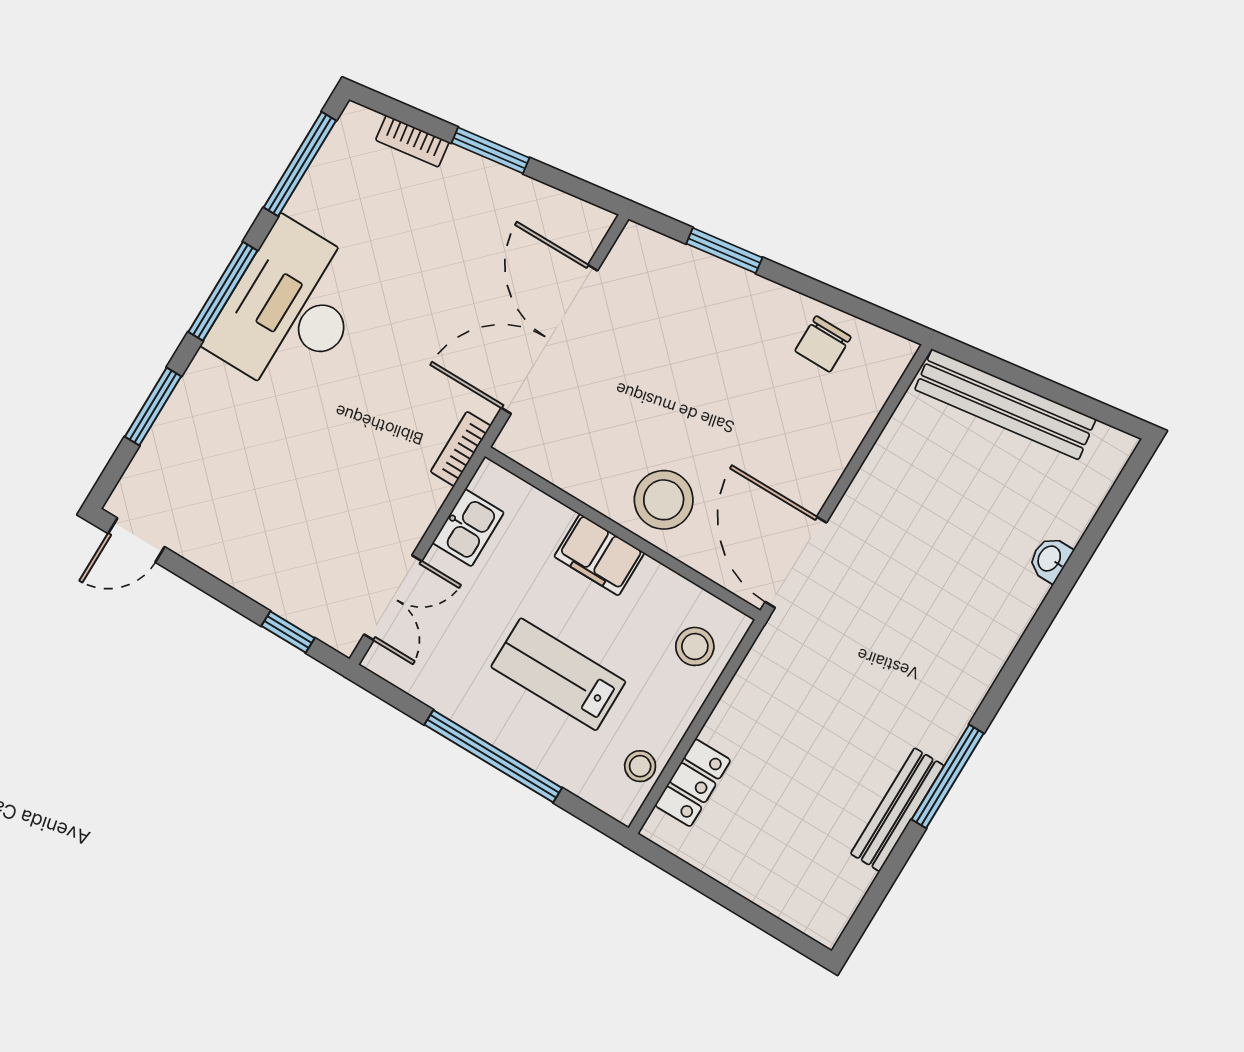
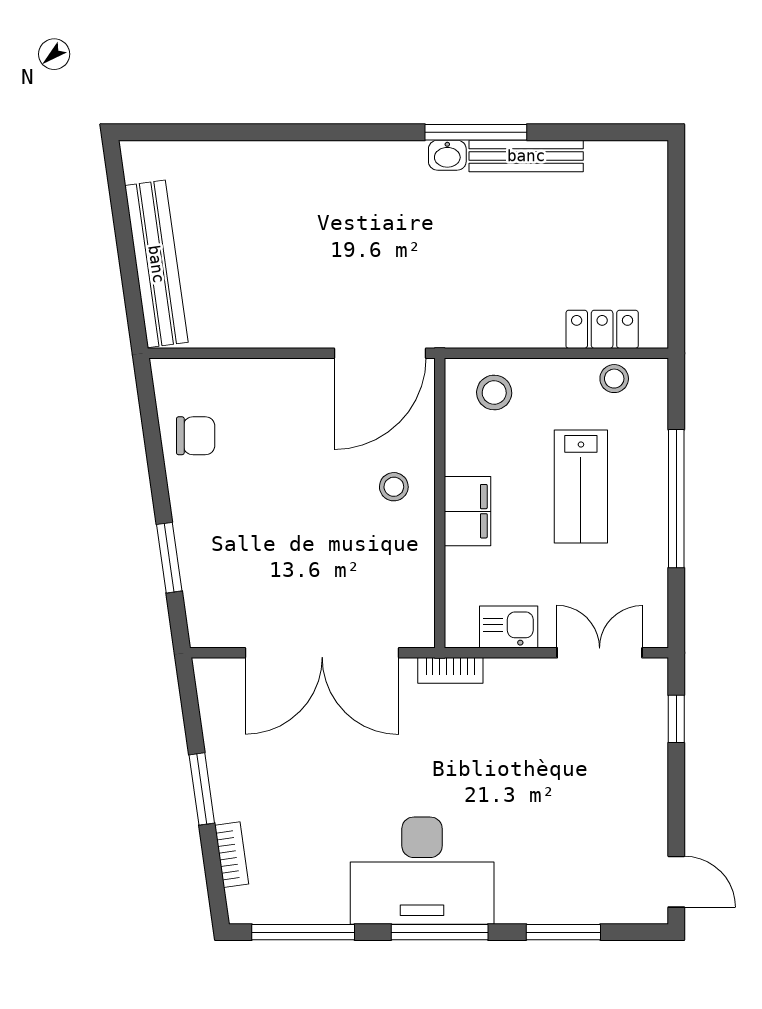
stool: (664, 500) -> (394, 487), width x0.53, depth x0.53
washbasin: (1050, 559) -> (447, 155), moved

